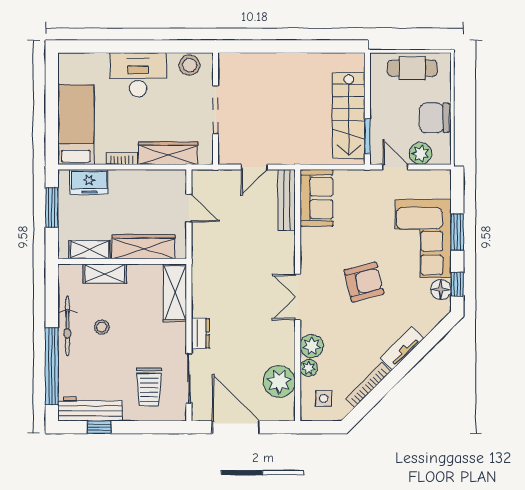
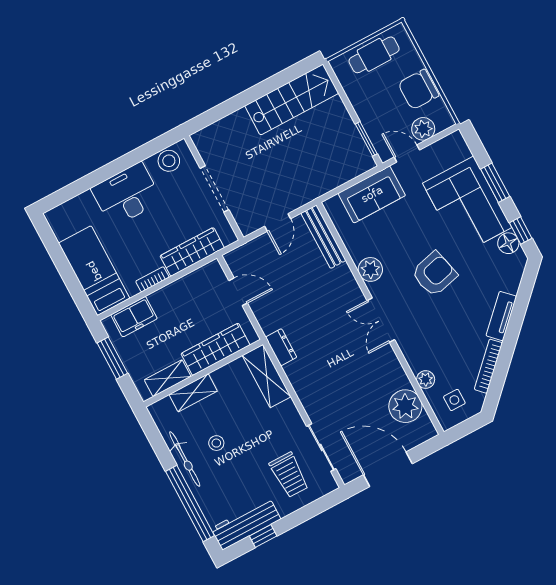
stairs: (349, 116) -> (292, 100), moved, turned -90
sofa: (316, 198) -> (372, 194), moved, turned 90
dresser: (200, 333) -> (281, 347), moved
plant: (312, 346) -> (370, 269), moved

